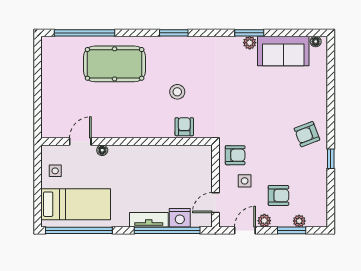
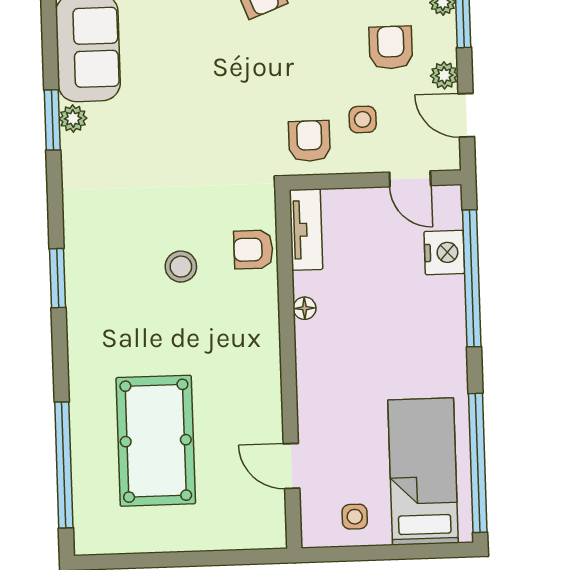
pool table: (115, 64) -> (156, 441), moved
floor lamp: (102, 150) -> (305, 308), moved
tv unit: (149, 220) -> (306, 230), moved, turned 180

